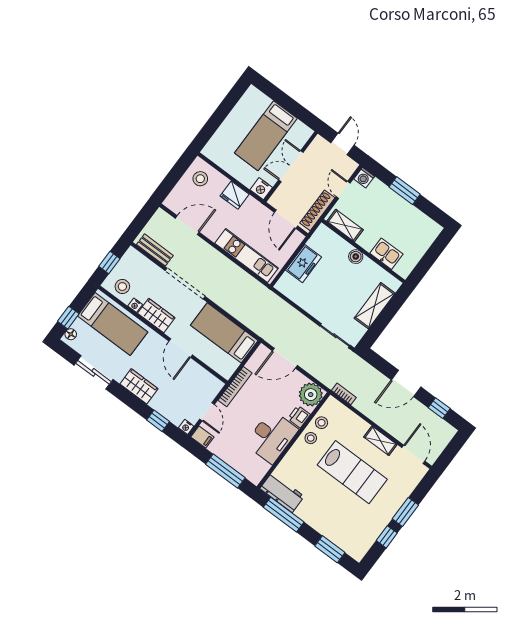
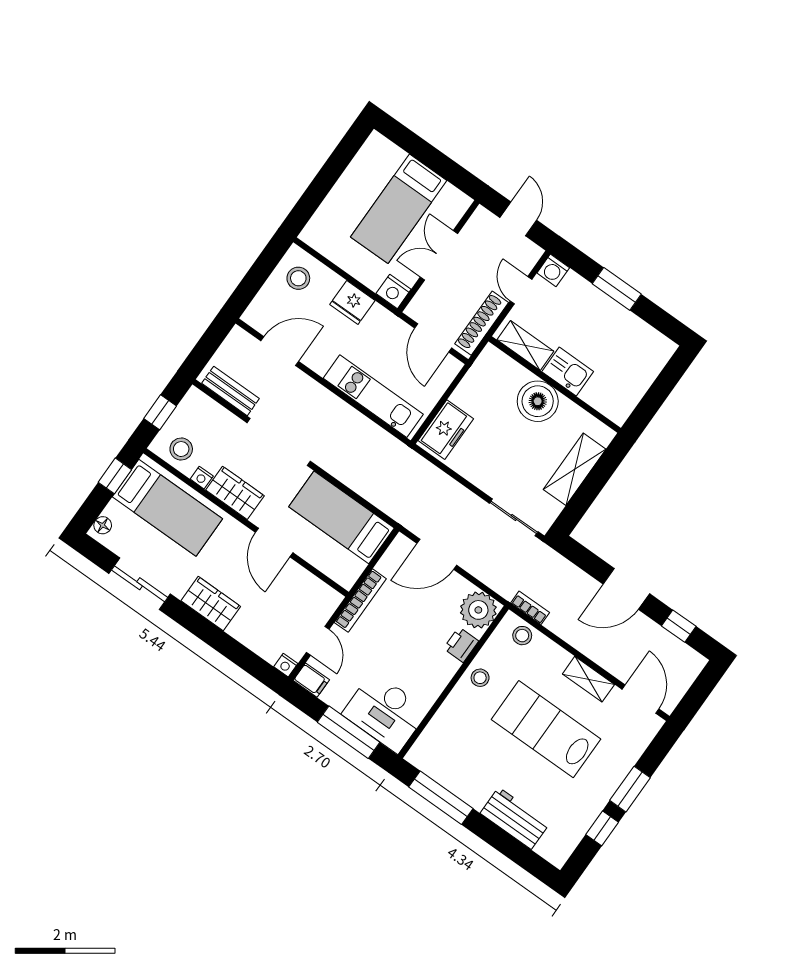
kitchen sink: (386, 254) -> (568, 372), moved
boiler: (356, 257) -> (538, 401), width x1.86, depth x1.86
freezer: (304, 264) -> (446, 430), moved
window: (68, 318) -> (115, 476), moved
window: (158, 421) -> (242, 656), removed
stool: (322, 423) -> (522, 636), moved
desk: (272, 437) -> (385, 712), moved, turned 90
lab bench: (352, 472) -> (546, 729), turned 180
workbench: (282, 492) -> (515, 818), moved
window: (330, 549) -> (514, 850), removed

